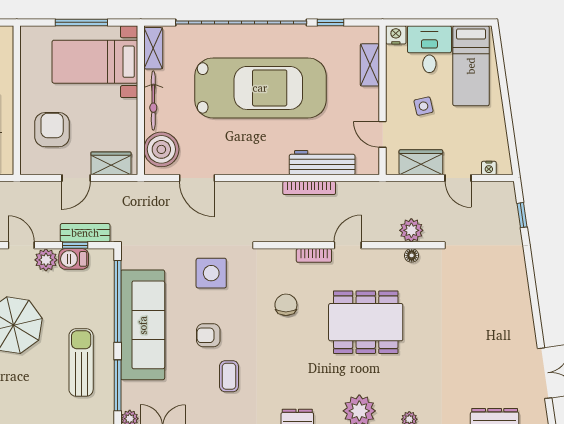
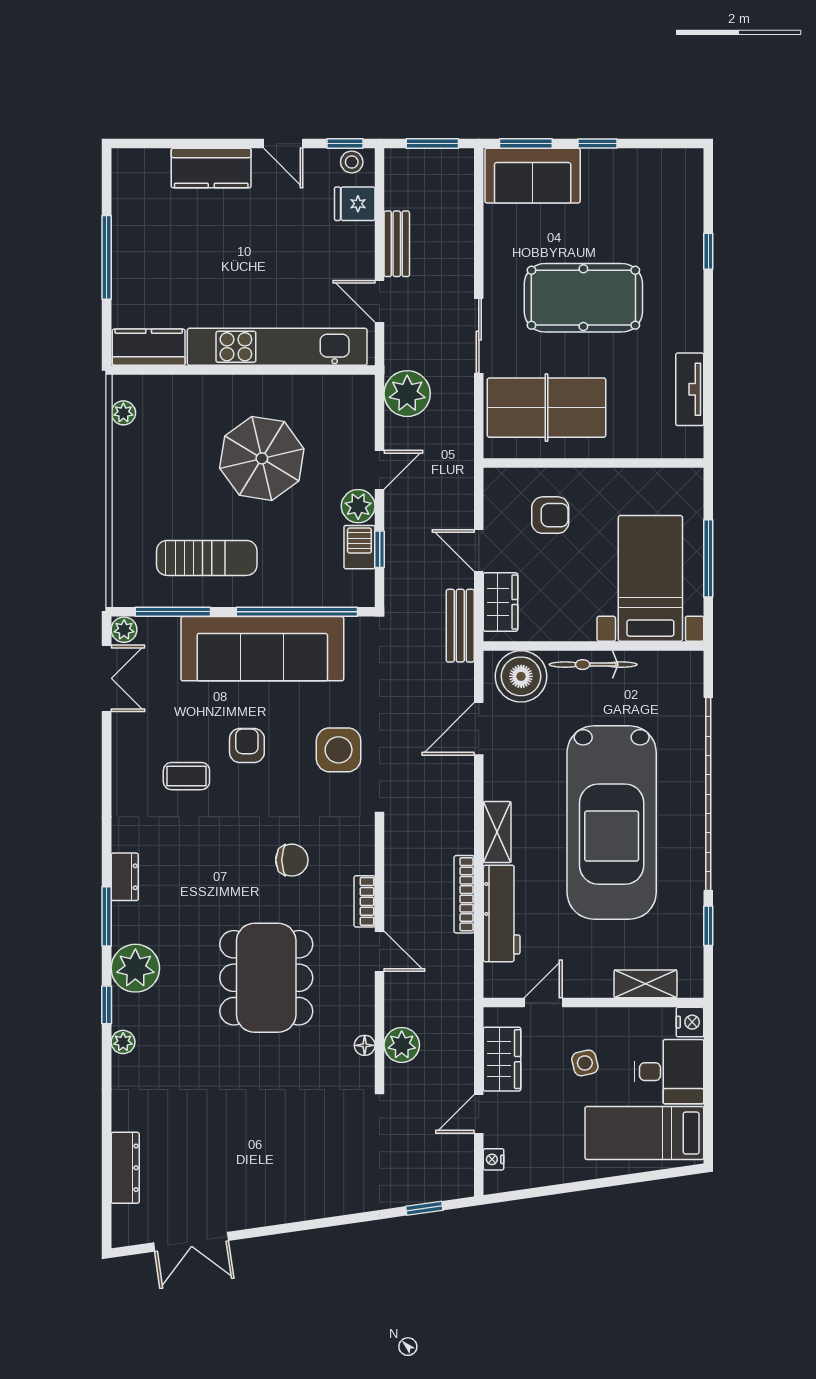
shelving: (153, 48) -> (497, 832), moved, turned 90
armchair: (52, 130) -> (550, 515), width x0.72, depth x0.72
bench: (85, 233) -> (460, 626), moved

